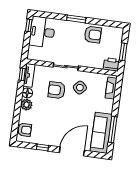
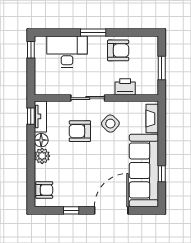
desk: (42, 32) -> (67, 52), moved, turned 90
printer: (111, 64) -> (125, 87), moved
window: (113, 130) -> (162, 174), width x0.46
sofa: (101, 133) -> (144, 170), width x1.36, depth x1.27

